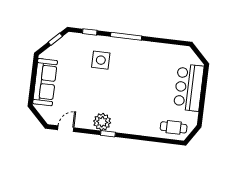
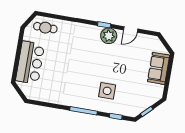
sofa: (45, 82) -> (159, 68), width x0.73
door: (66, 129) -> (131, 29), moved

